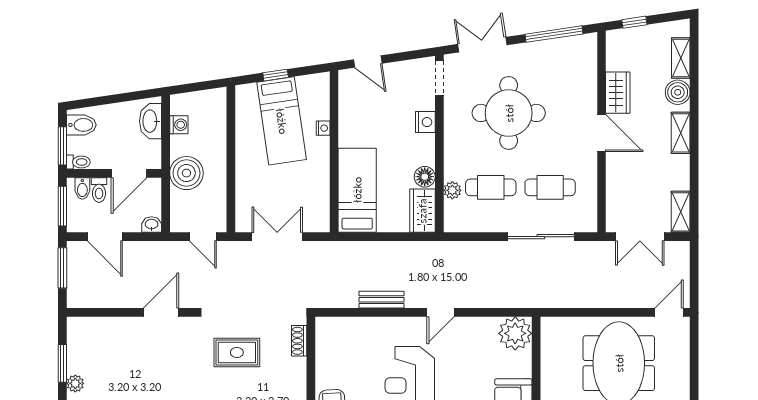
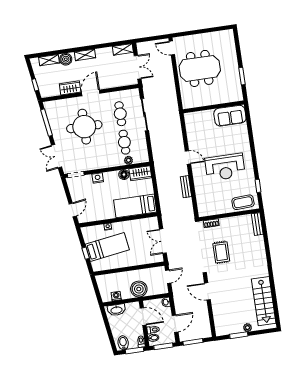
round table: (509, 113) -> (84, 127), moved
plant: (515, 333) -> (193, 120), removed

